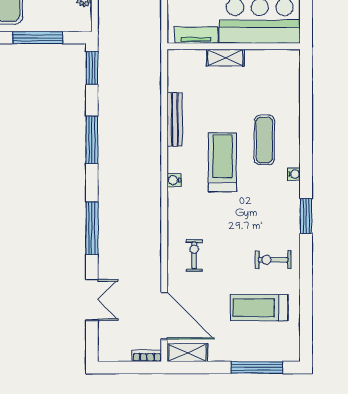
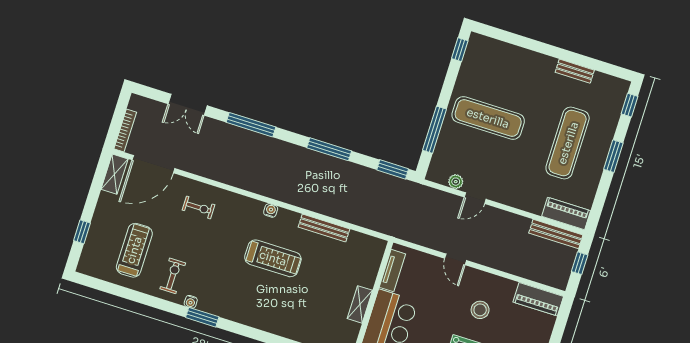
shelving: (225, 58) -> (360, 304), moved
exercise mat: (264, 140) -> (281, 302), removed
water cooler: (294, 174) -> (191, 302), moved
bookcase: (147, 356) -> (125, 131), width x1.56
window: (257, 367) -> (82, 232), width x0.46

